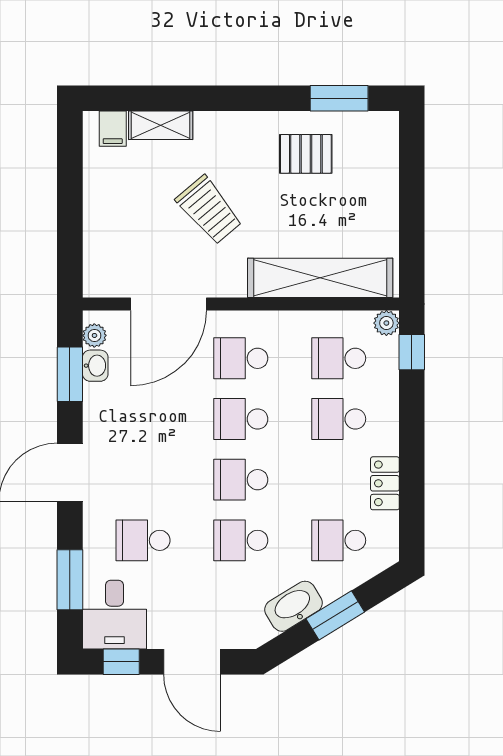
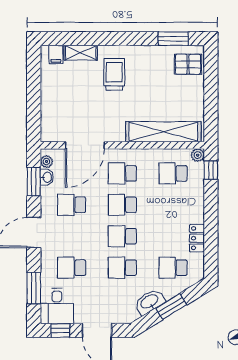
pallet: (306, 154) -> (188, 64), moved
trolley: (209, 210) -> (114, 74), moved, turned -140
school desk: (339, 419) -> (72, 205), moved

